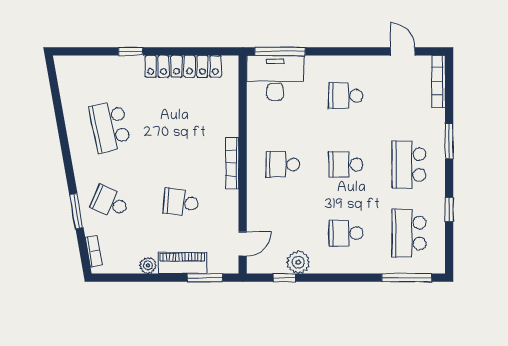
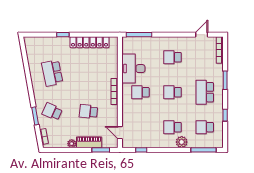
door: (403, 51) -> (202, 35), hinge flipped
desk: (275, 78) -> (133, 69), moved, turned -90
school desk: (409, 233) -> (205, 127), width x0.54
door: (243, 244) -> (120, 133), swing flipped
plant: (298, 262) -> (182, 142), moved

